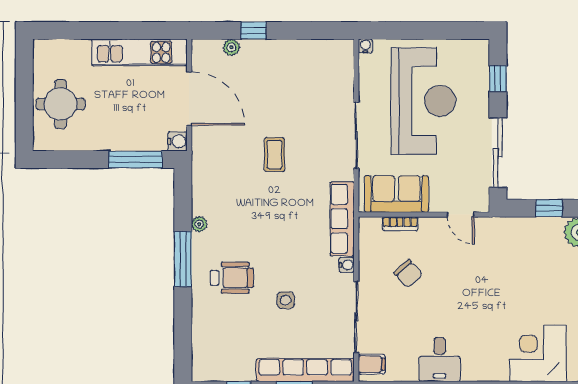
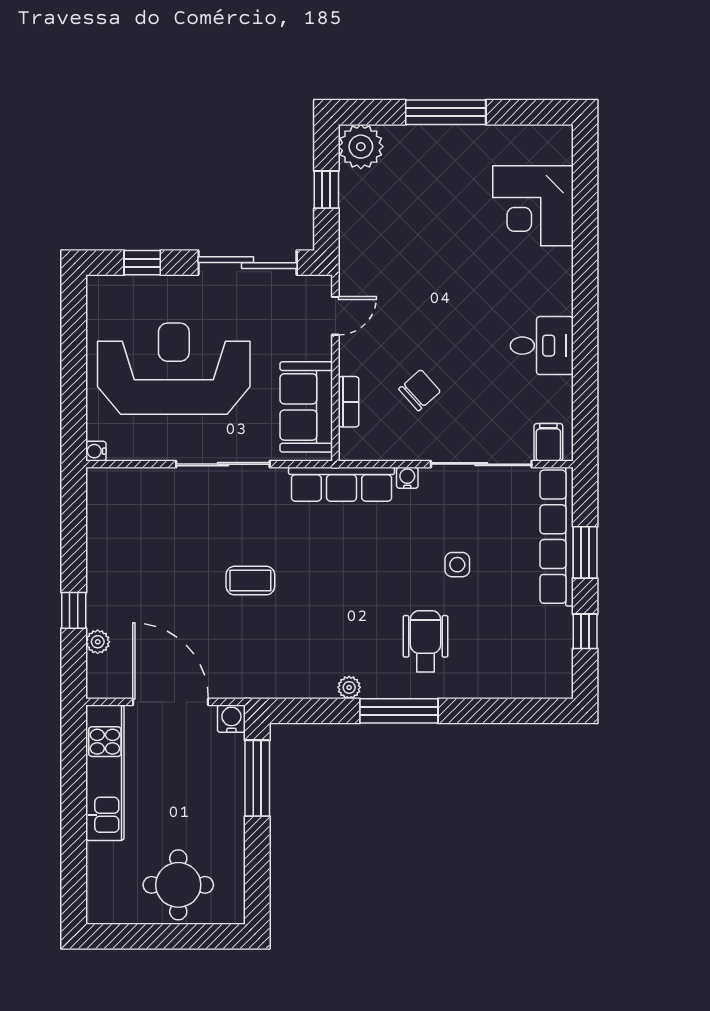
door: (189, 99) -> (171, 702), hinge flipped

